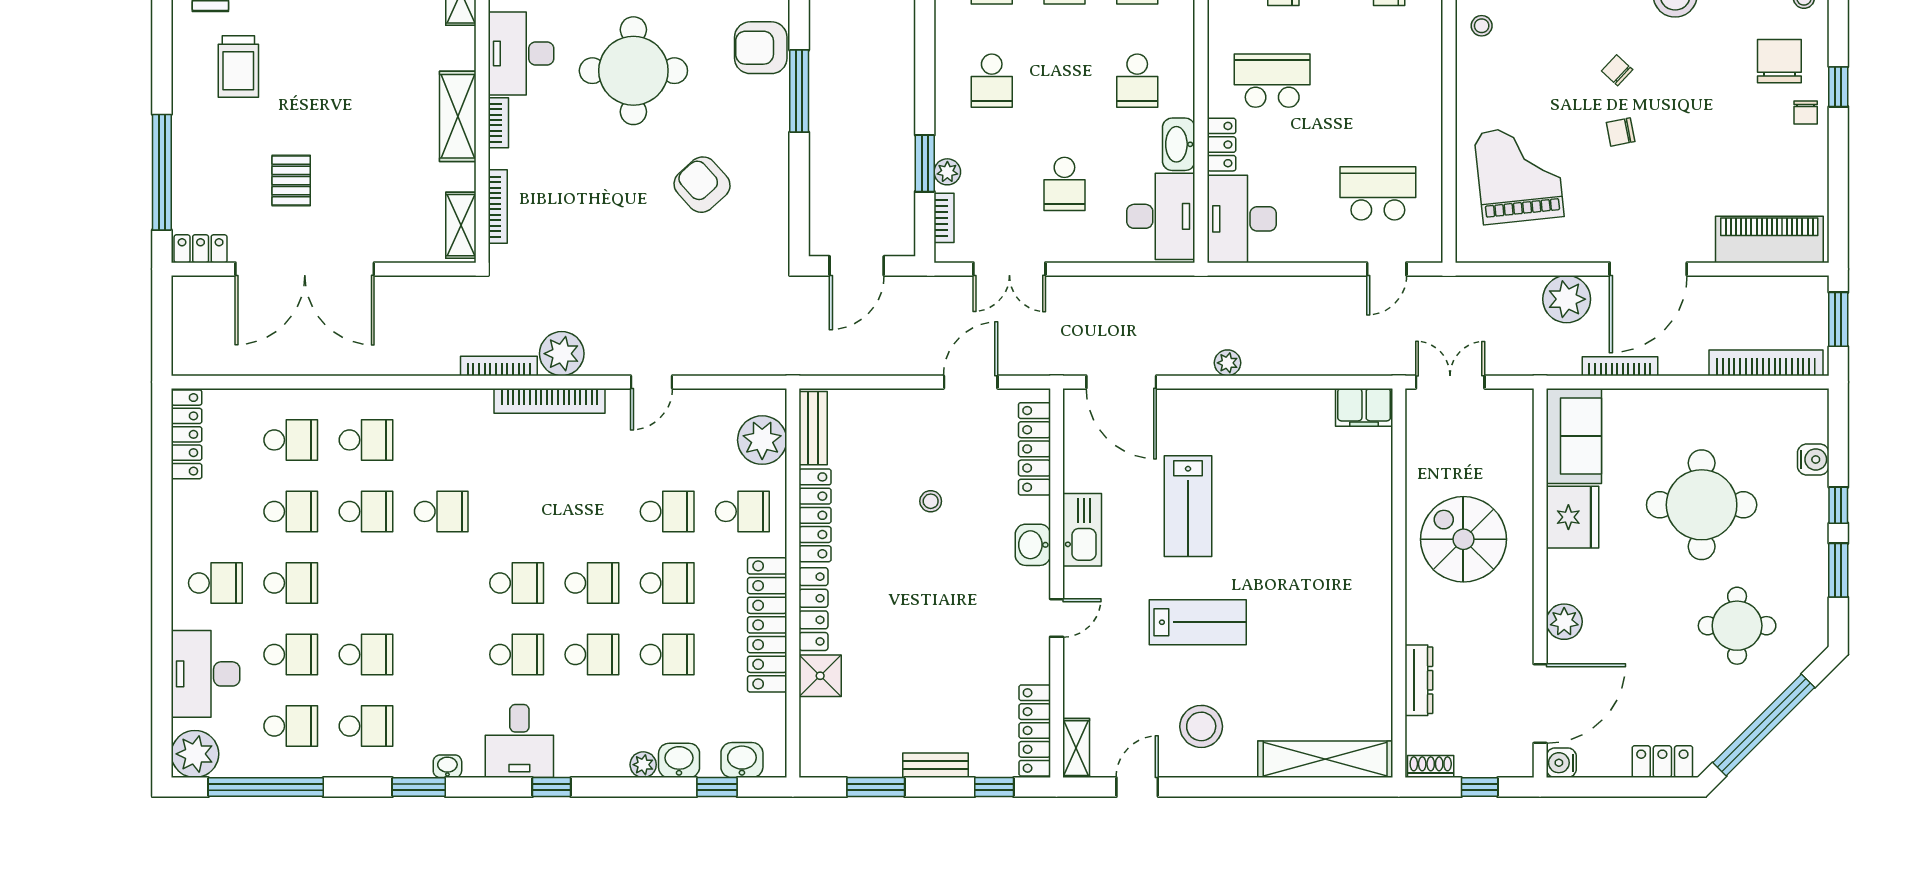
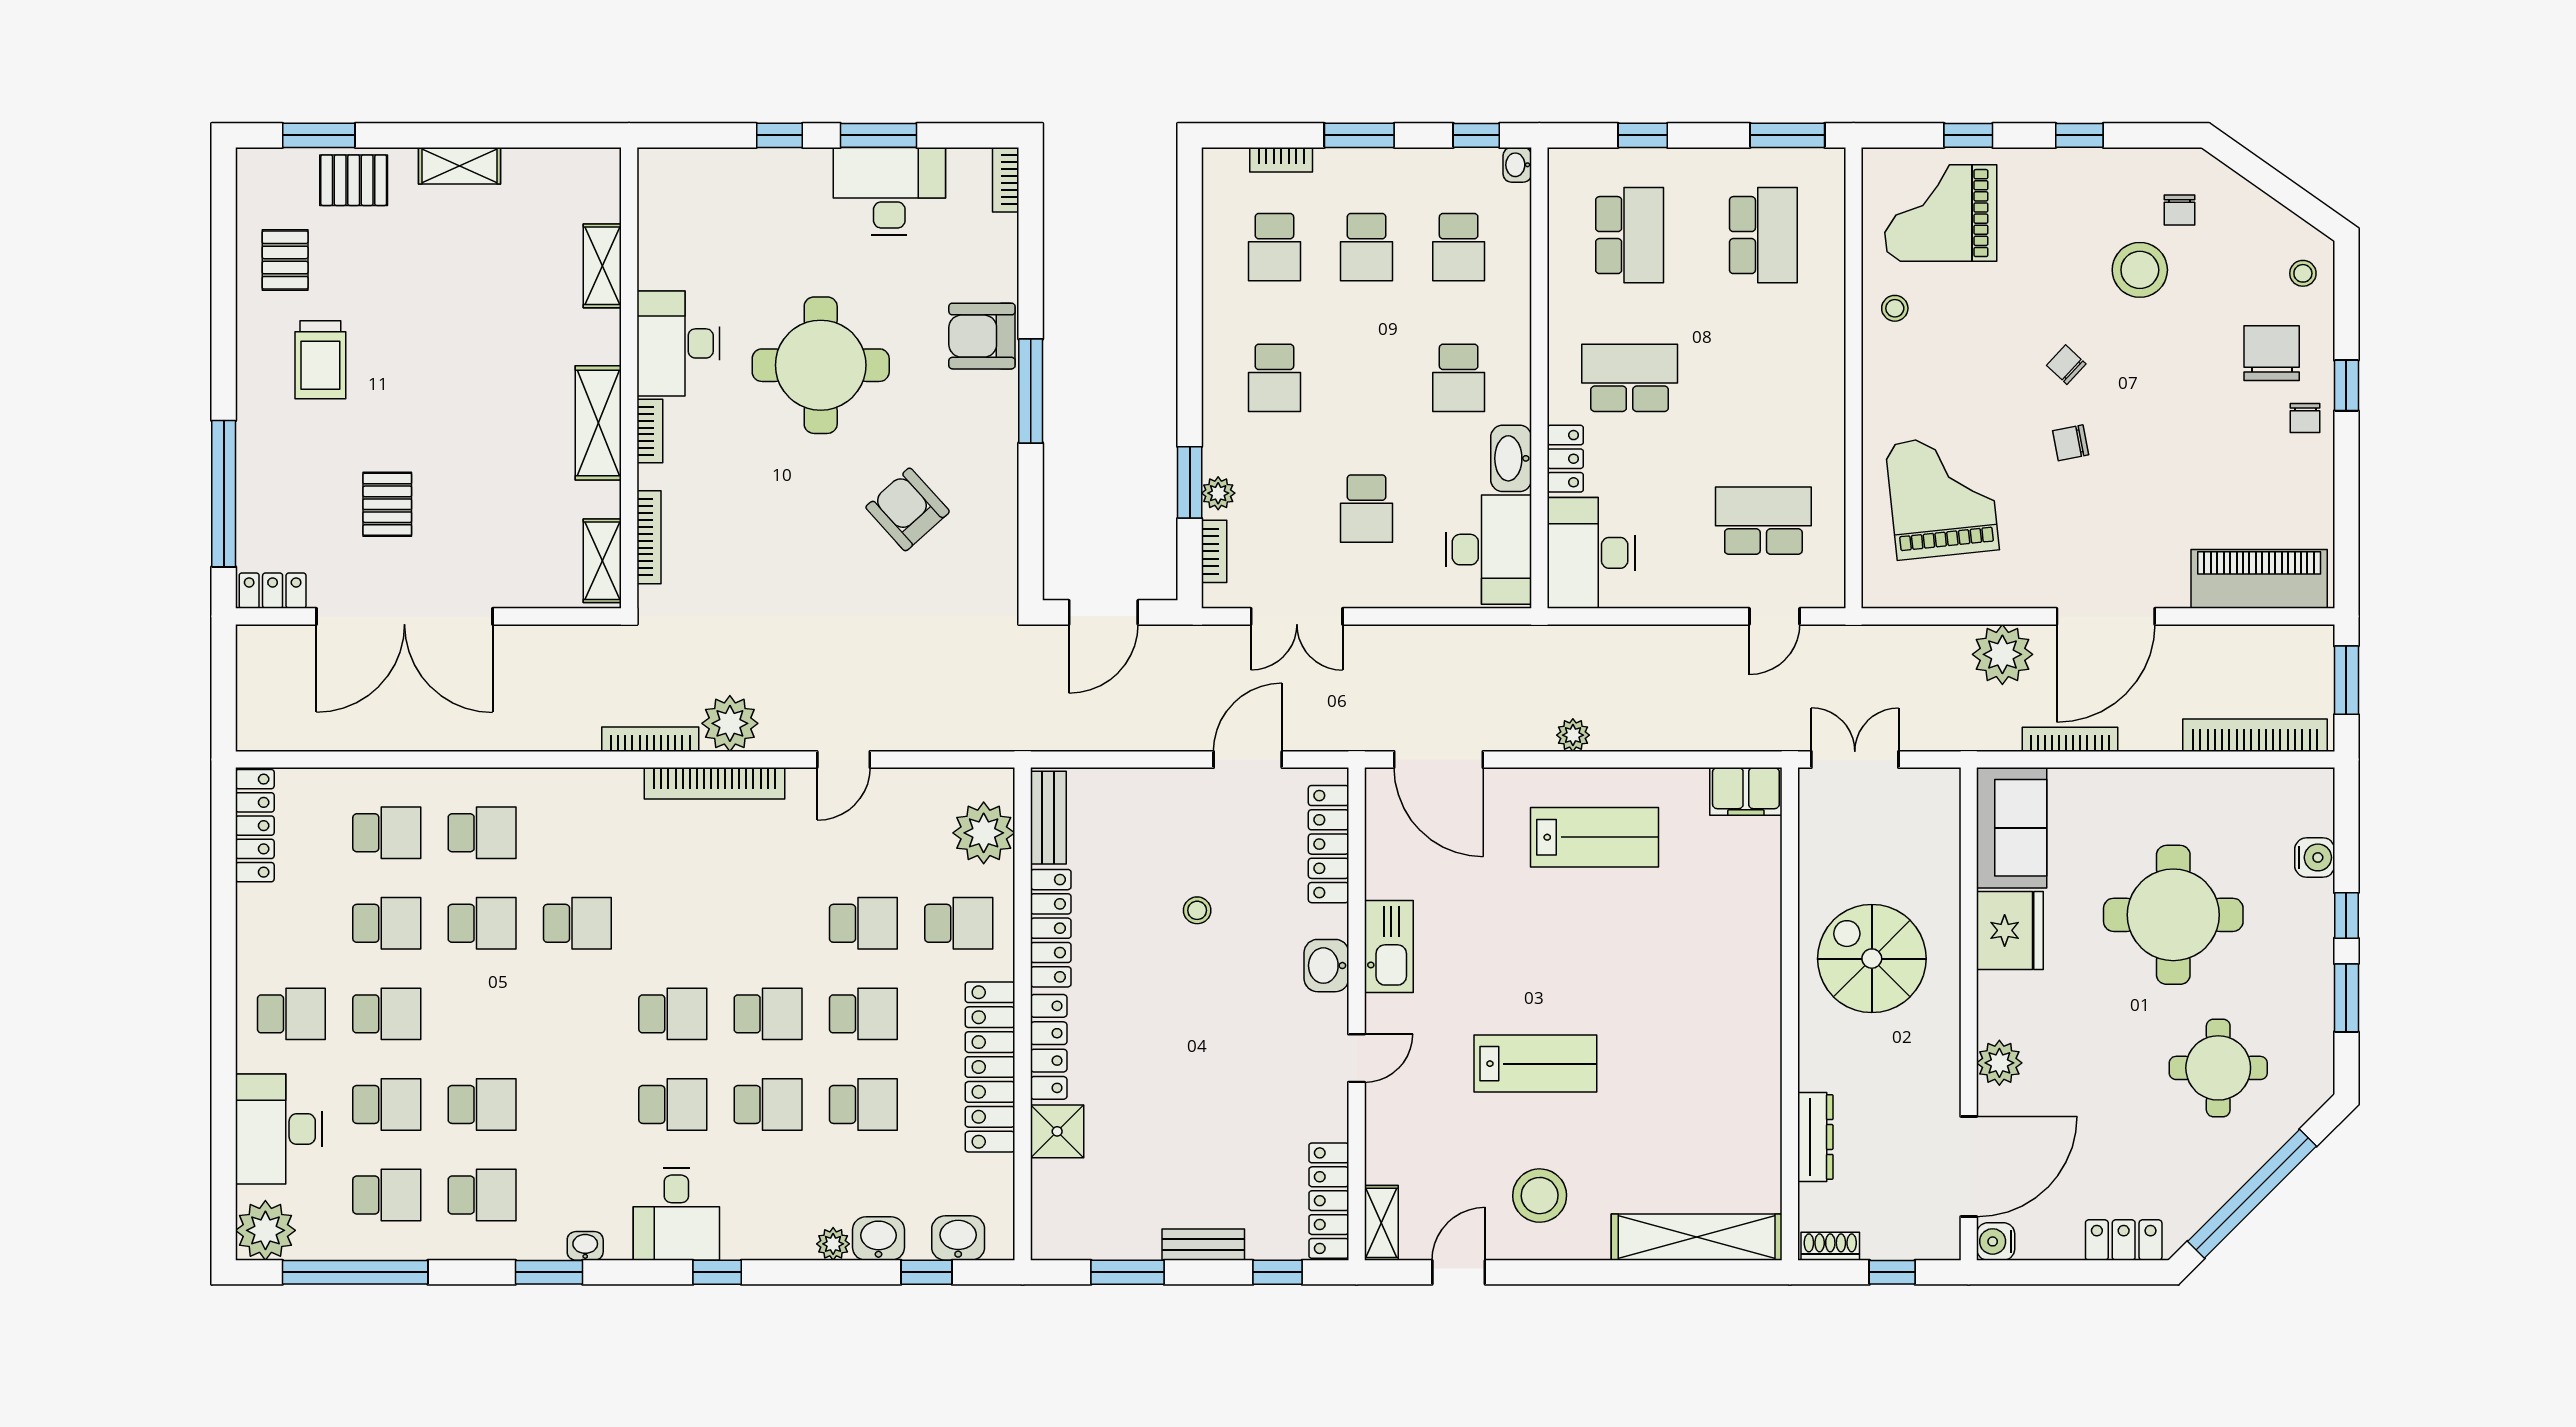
lab bench: (1188, 506) -> (1594, 837), moved, turned -90

